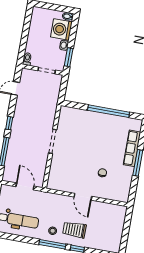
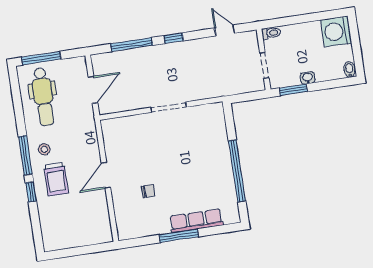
washing machine: (61, 29) -> (336, 31), moved, turned -90
trolley: (74, 230) -> (56, 179), turned 180

